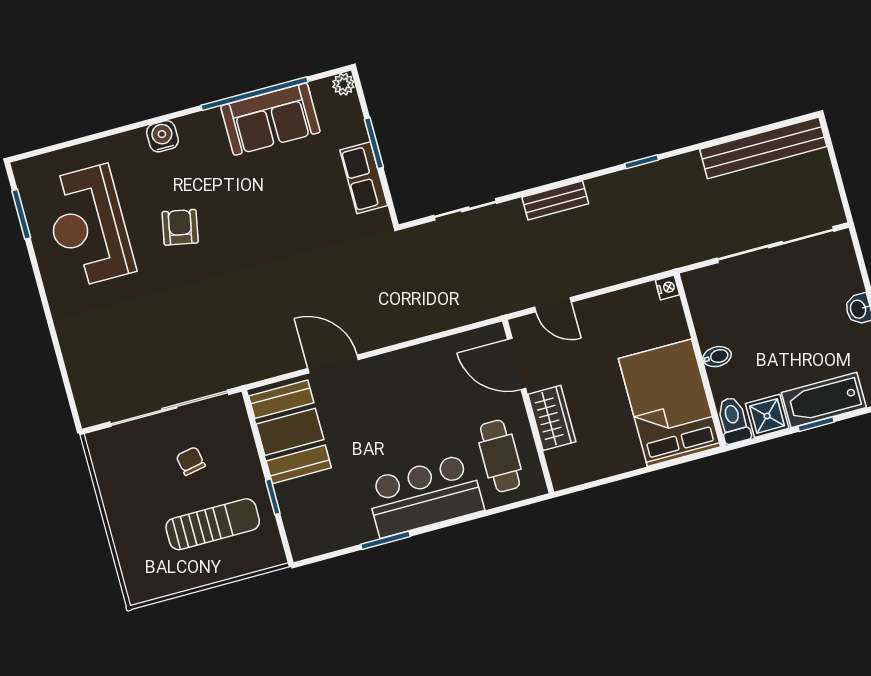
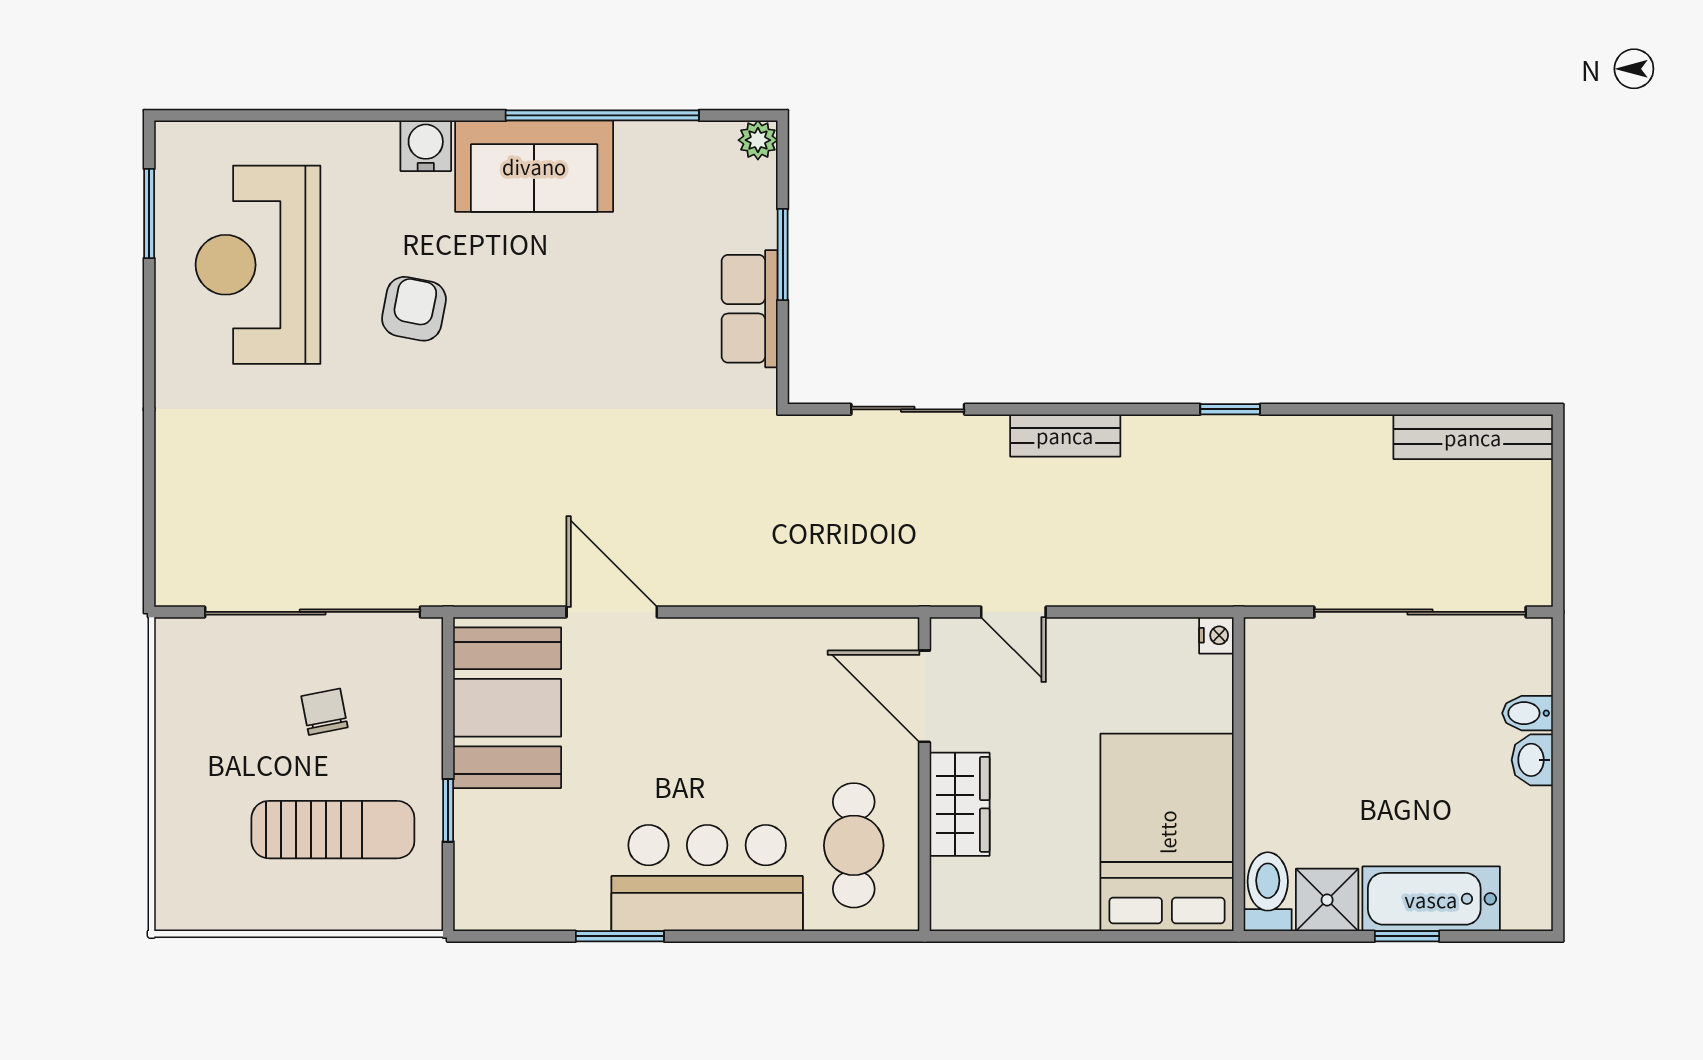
sofa: (270, 119) -> (534, 166), moved
bench: (763, 148) -> (1473, 437), width x0.73, depth x0.82
bidet: (717, 357) -> (1528, 713), moved, turned 180

